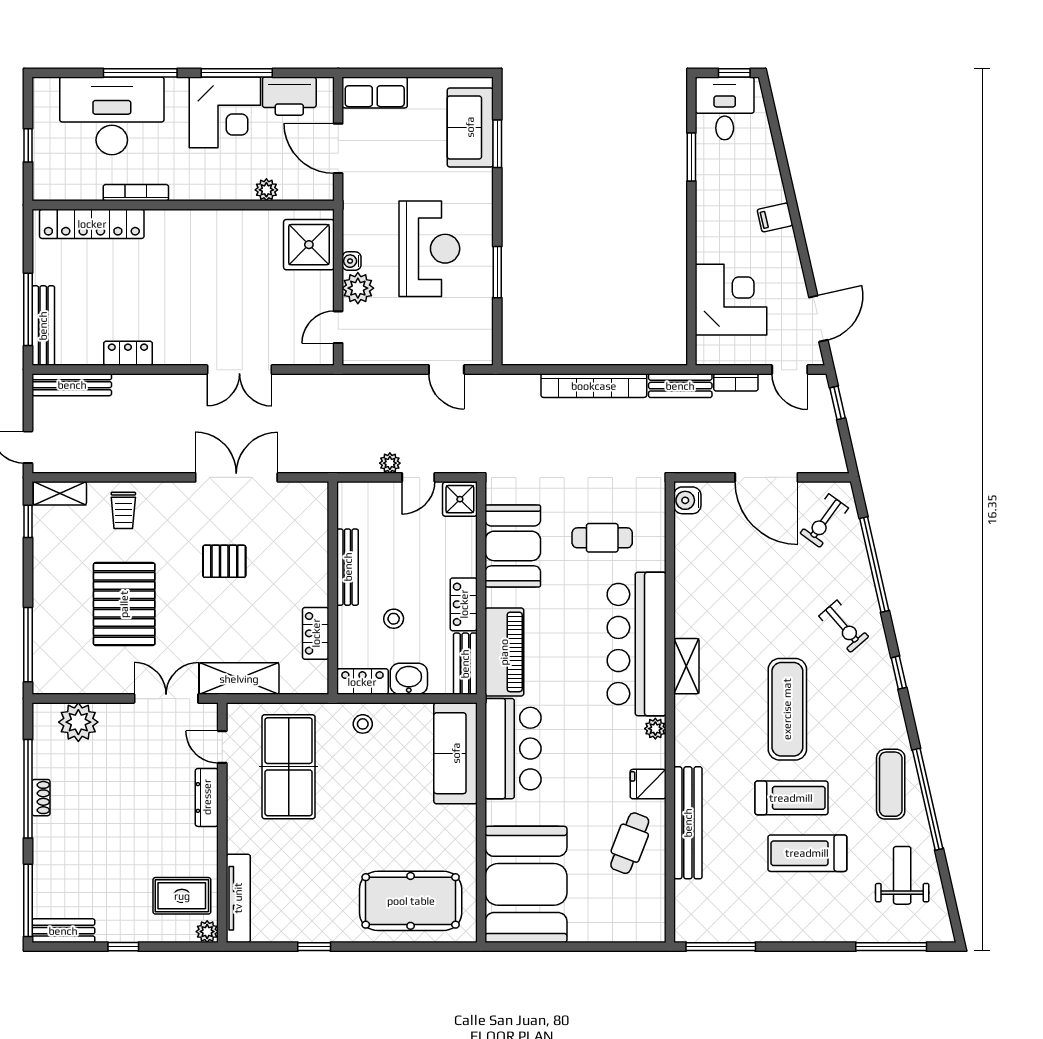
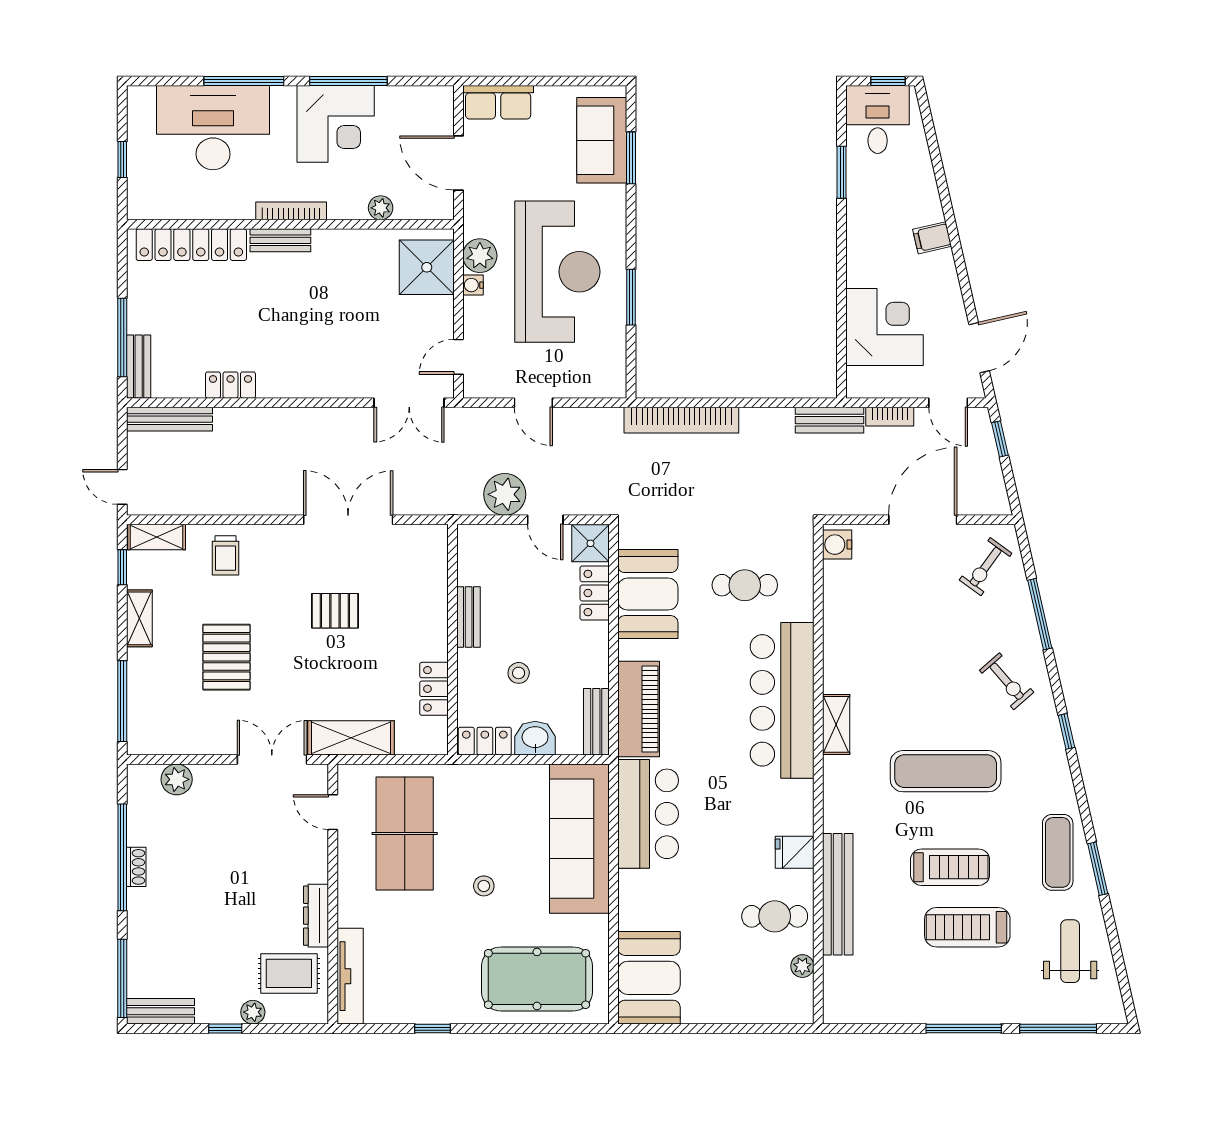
printer: (289, 96) -> (405, 106), removed
bookcase: (136, 193) -> (291, 211), moved
bench: (174, 220) -> (280, 240), added
reception desk: (429, 249) -> (557, 272), width x1.36, depth x1.30
plant: (358, 288) -> (480, 256), moved
bench: (43, 326) -> (139, 367), width x0.73
double door: (239, 370) -> (409, 403), moved
door: (446, 370) -> (533, 403), moved
bookcase: (594, 386) -> (681, 420), moved
plant: (390, 463) -> (505, 494), width x1.88, depth x1.88
door: (418, 477) -> (545, 520), hinge flipped
door: (766, 477) -> (923, 520), swing flipped
window: (874, 564) -> (1040, 614), width x0.68
bench: (348, 567) -> (469, 617), width x0.73
shelving: (44, 568) -> (139, 618), added
pallet: (124, 604) -> (226, 657), width x0.73, depth x0.71
locker: (464, 604) -> (595, 593), moved
exercise mat: (787, 709) -> (946, 771), turned 90
plant: (78, 722) -> (177, 779), width x0.73, depth x0.73
stool: (363, 724) -> (484, 886), moved
plant: (655, 729) -> (802, 966), moved
sofa: (456, 753) -> (579, 839), width x1.36, depth x1.27
dresser: (207, 797) -> (316, 916), moved
window: (928, 799) -> (1098, 869), width x0.47
cafe table: (630, 843) -> (775, 916), turned 69
booth: (526, 884) -> (649, 978), width x0.73, depth x0.70
plant: (207, 932) -> (253, 1012), moved
window: (721, 947) -> (964, 1029), moved

